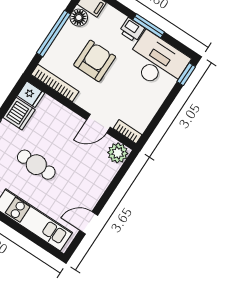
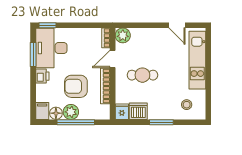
window: (149, 26) -> (33, 54), moved
plant: (69, 36) -> (71, 112), added
bookcase: (55, 83) -> (105, 86), moved
door: (98, 123) -> (113, 59), swing flipped
cafe table: (36, 165) -> (142, 75), moved, turned 90

